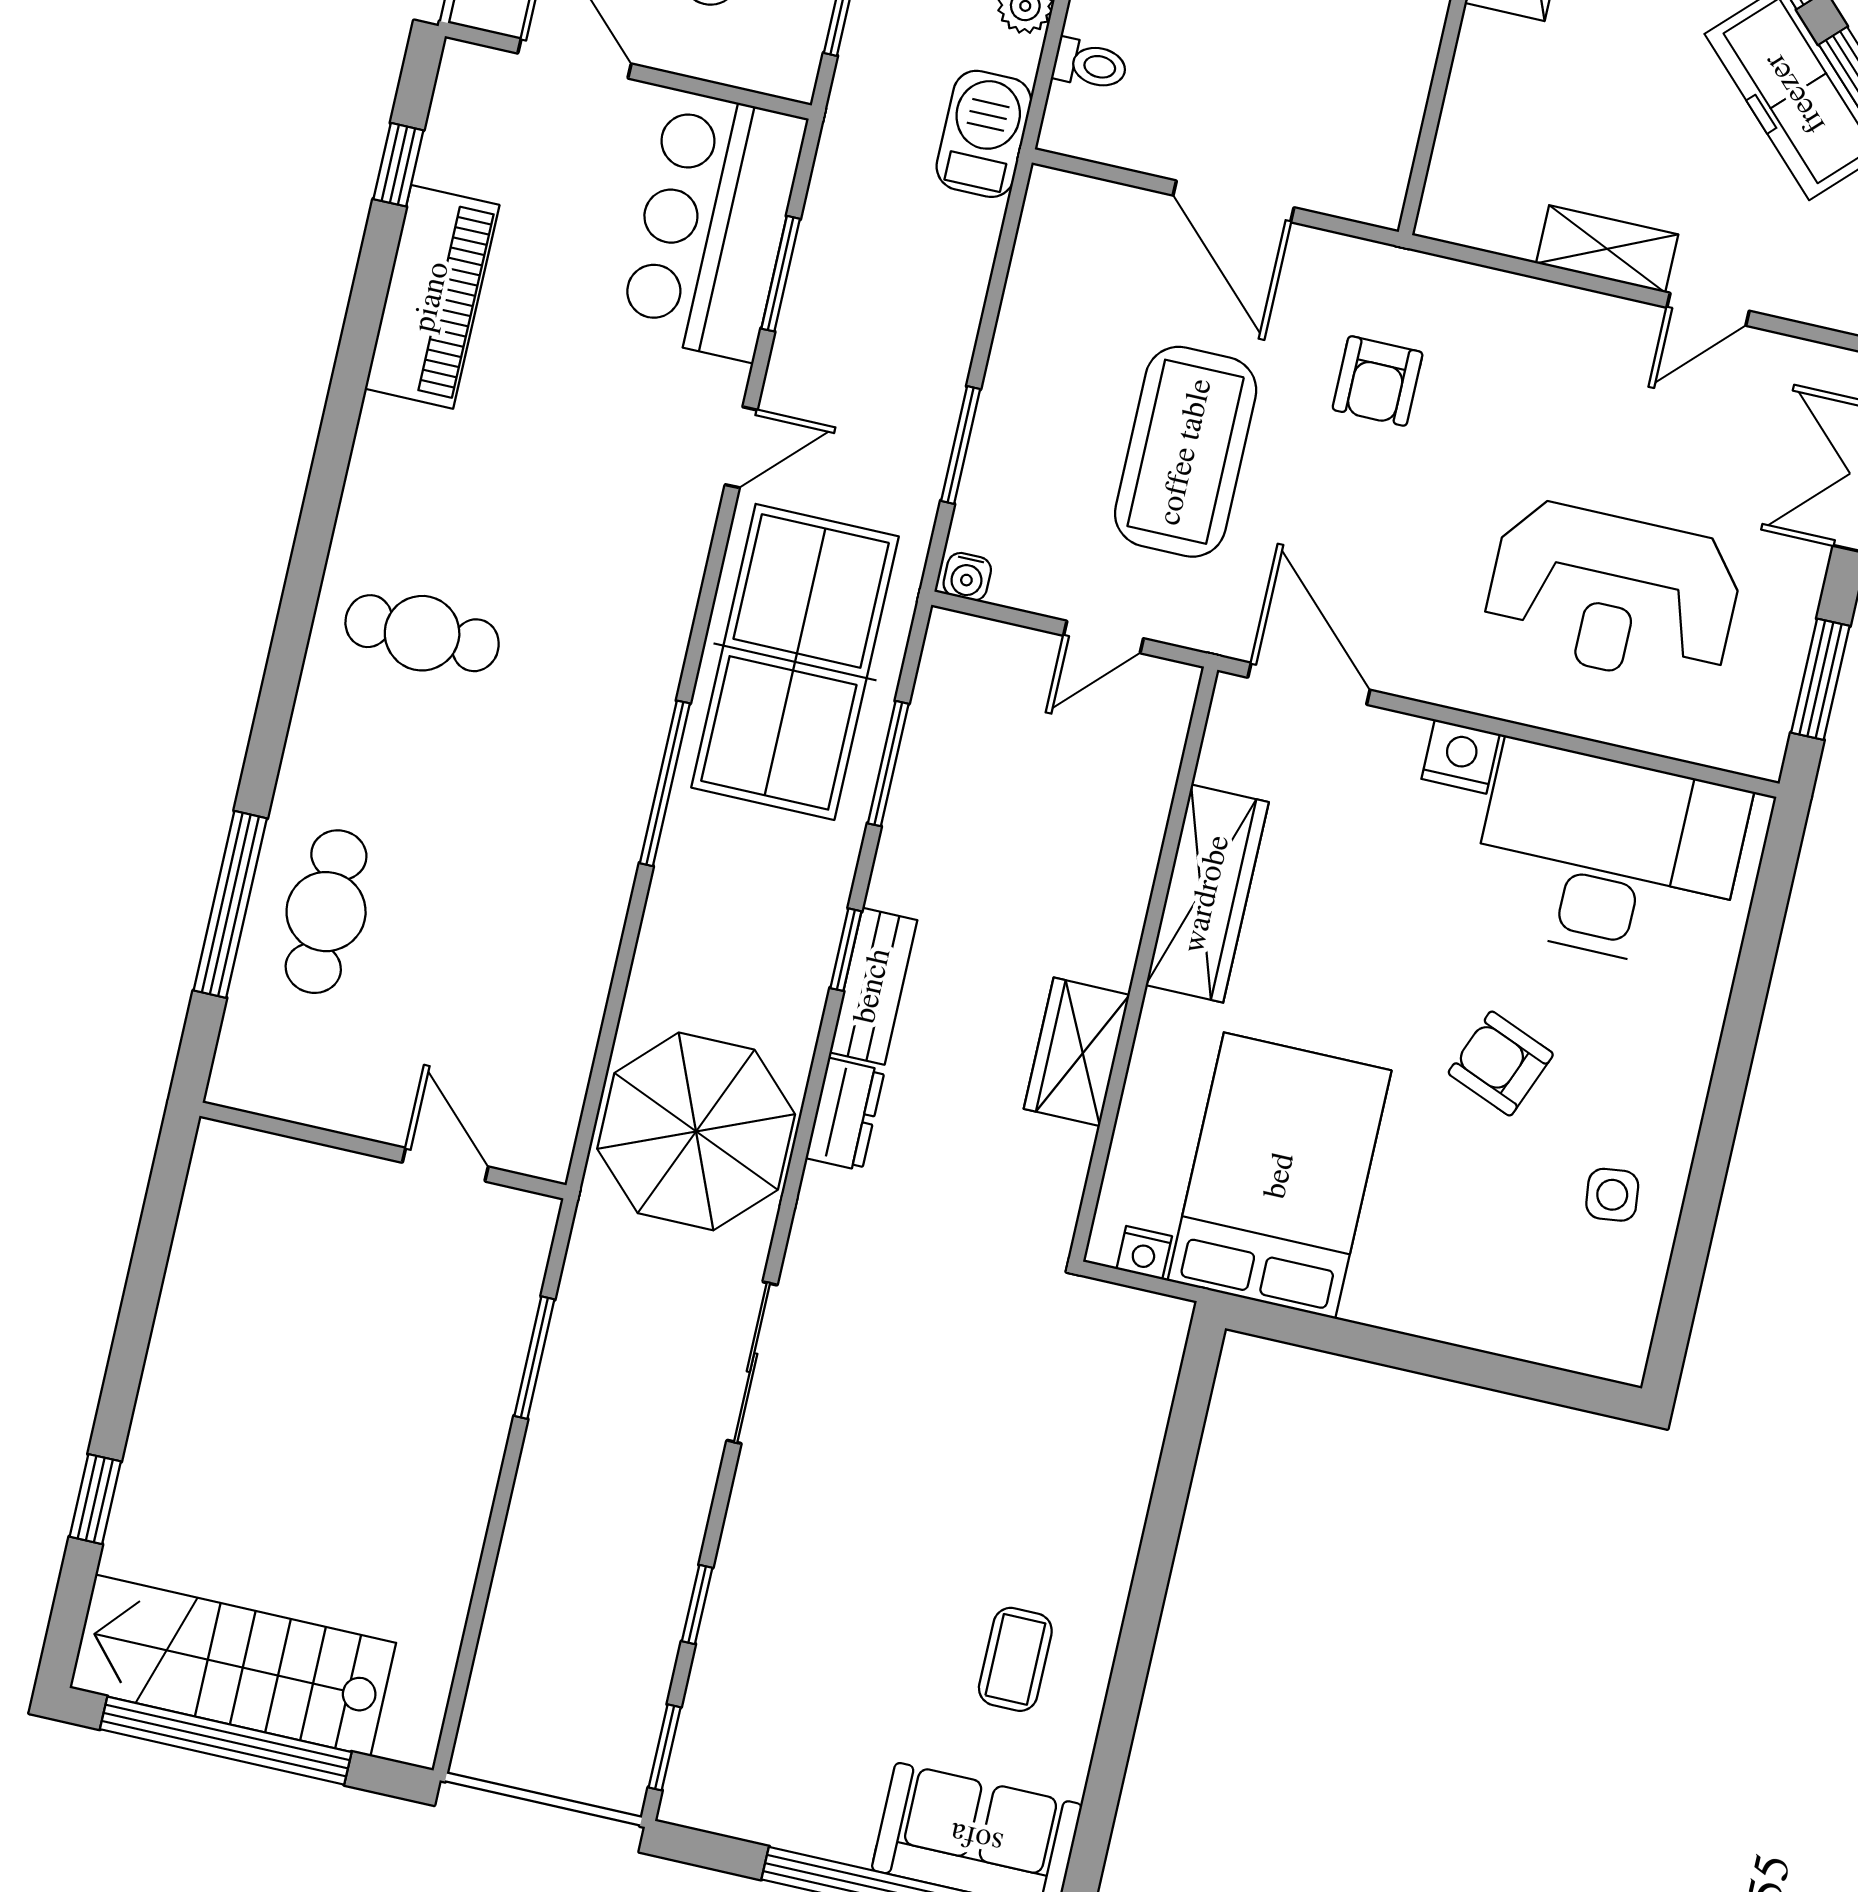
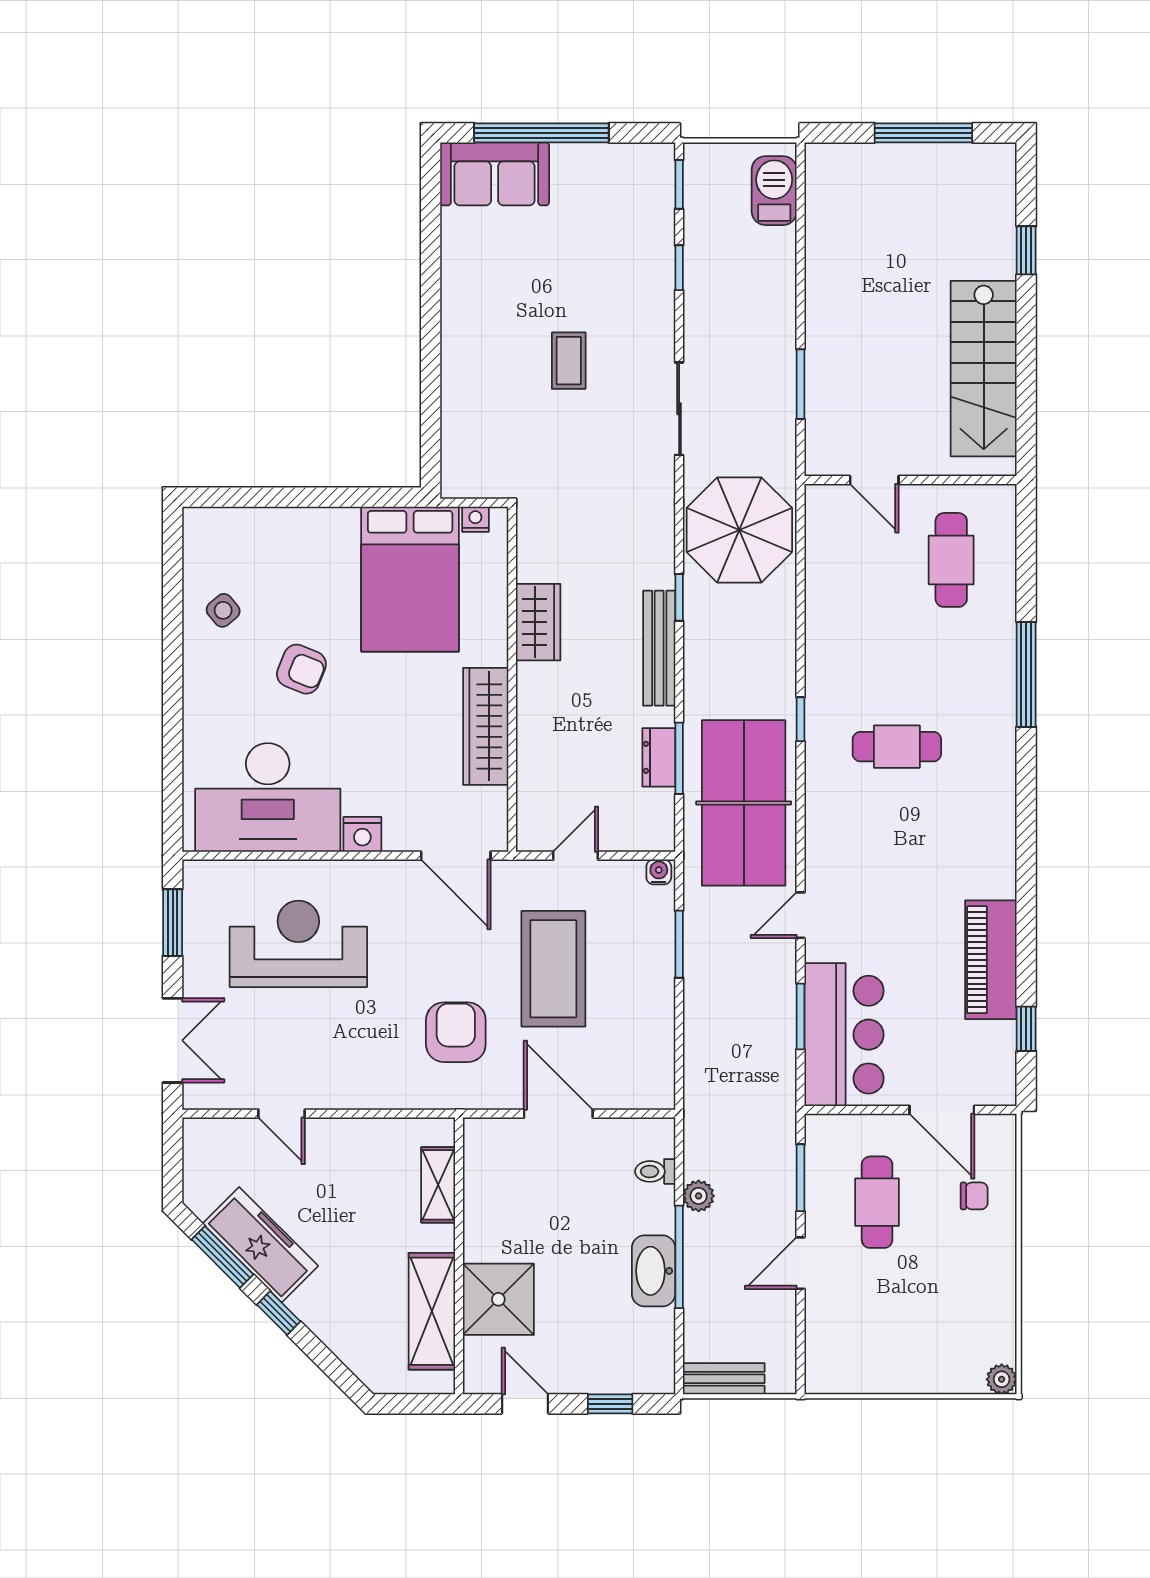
barbecue: (984, 134) -> (774, 191), moved, turned 180
shelving: (1607, 249) -> (438, 1185), moved, turned 90
door: (1708, 309) -> (282, 1114), swing flipped
armchair: (1378, 381) -> (456, 1032), width x1.38, depth x1.38
cafe table: (422, 633) -> (897, 747), moved
window: (665, 783) -> (800, 719), width x0.46
window: (230, 904) -> (1026, 674), moved
cafe table: (326, 912) -> (951, 560), moved
window: (846, 950) -> (679, 597), moved
bench: (873, 986) -> (659, 648), width x1.36
dresser: (845, 1114) -> (659, 757), moved
side table: (1612, 1195) -> (223, 610), turned -33
coffee table: (1015, 1659) -> (569, 361), moved
stairs: (233, 1665) -> (984, 369), moved, turned 90
window: (226, 1741) -> (923, 133), width x0.68

